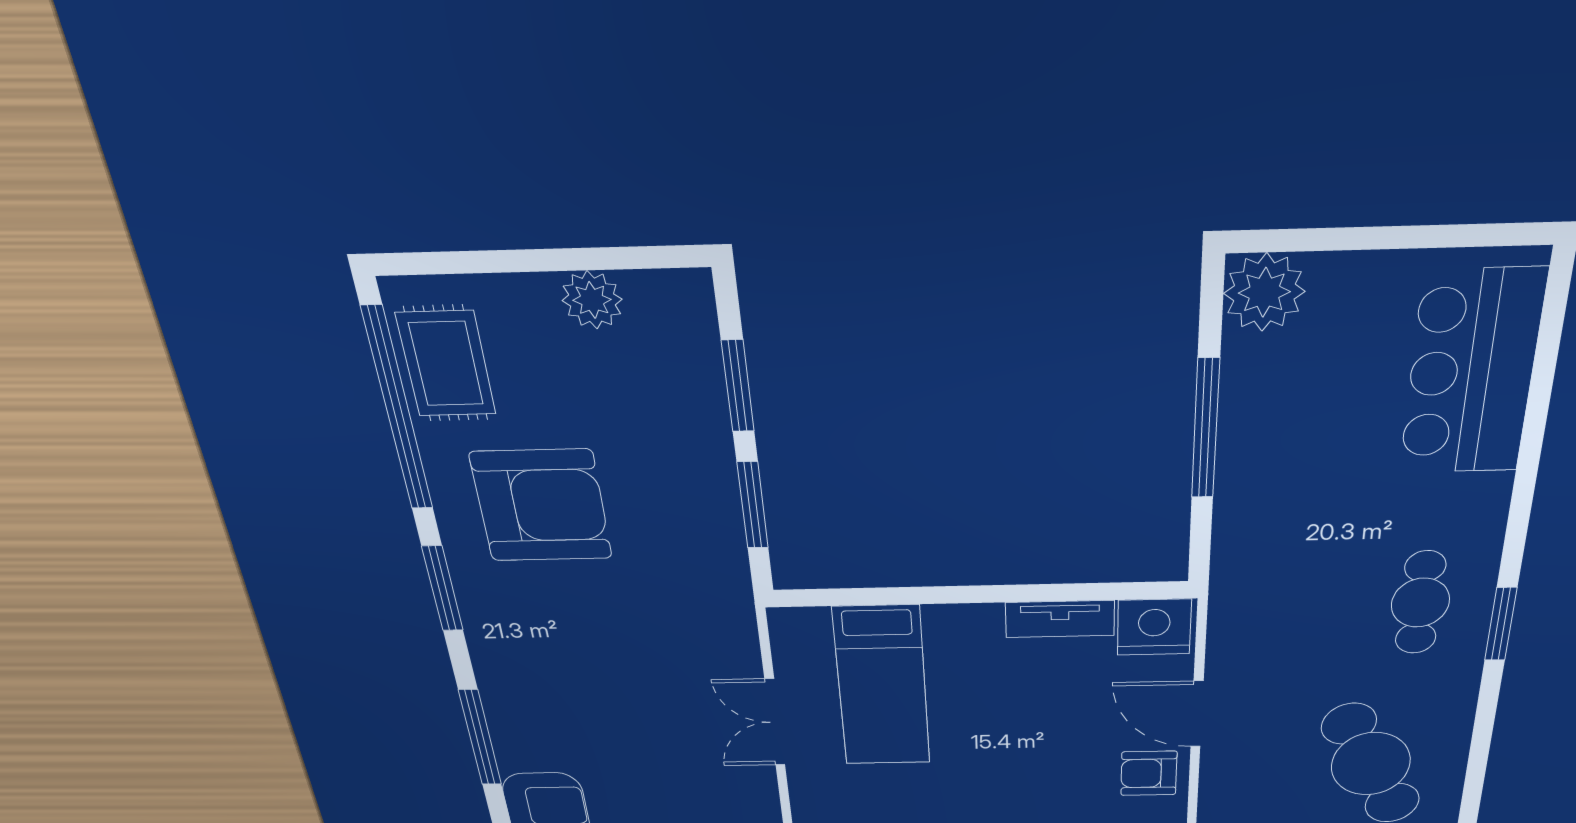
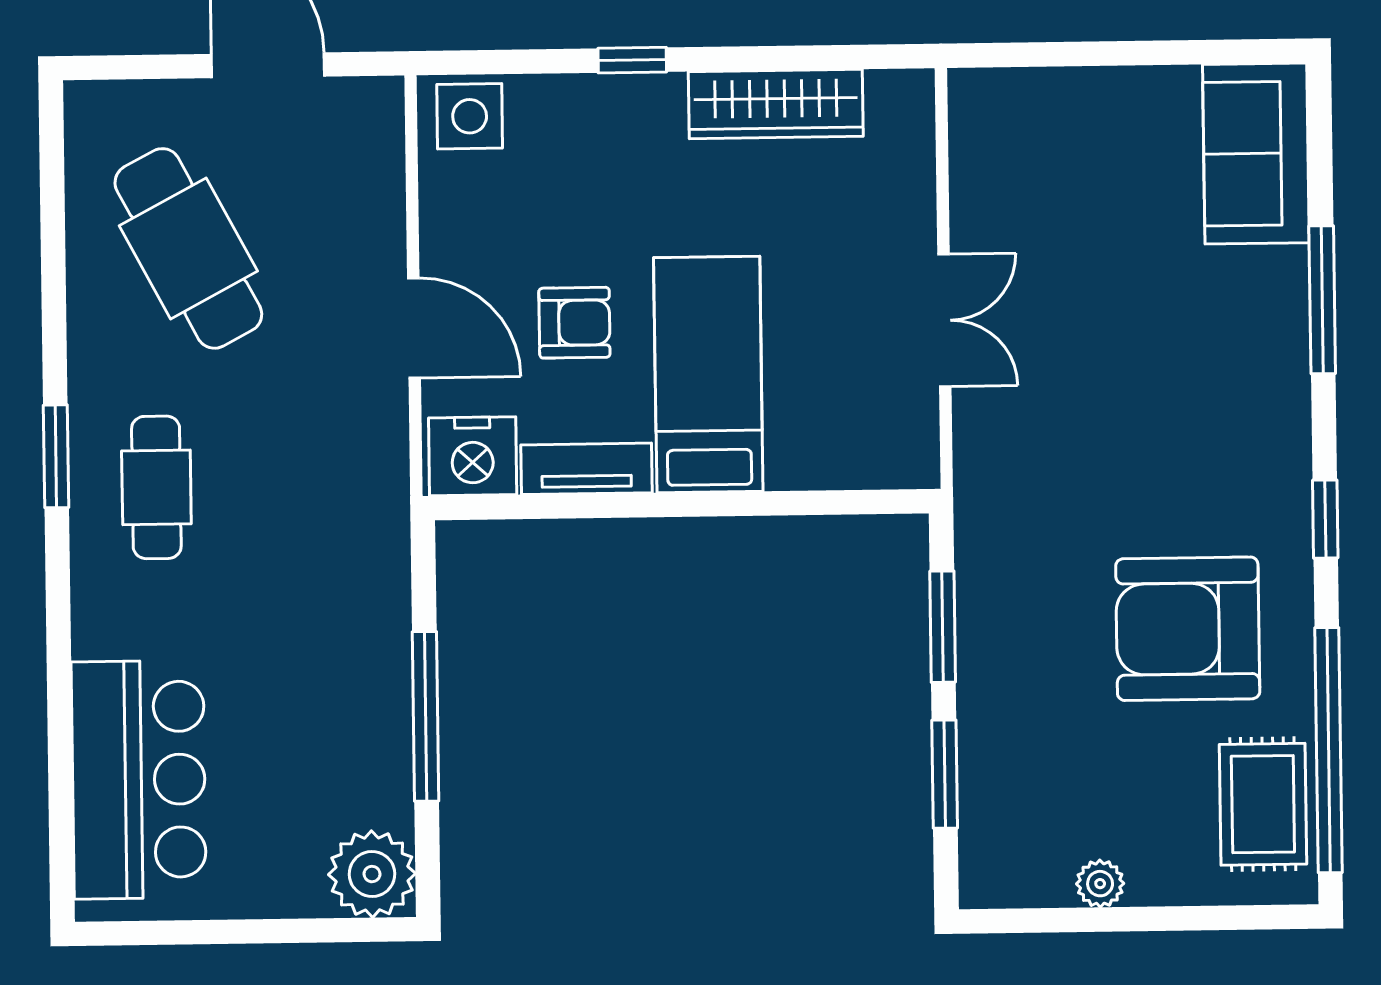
plant: (592, 300) -> (1100, 884), width x0.73, depth x0.73
window: (443, 589) -> (1325, 519), width x0.67
bed: (882, 686) -> (708, 374), moved
armchair: (1149, 773) -> (574, 323), moved

